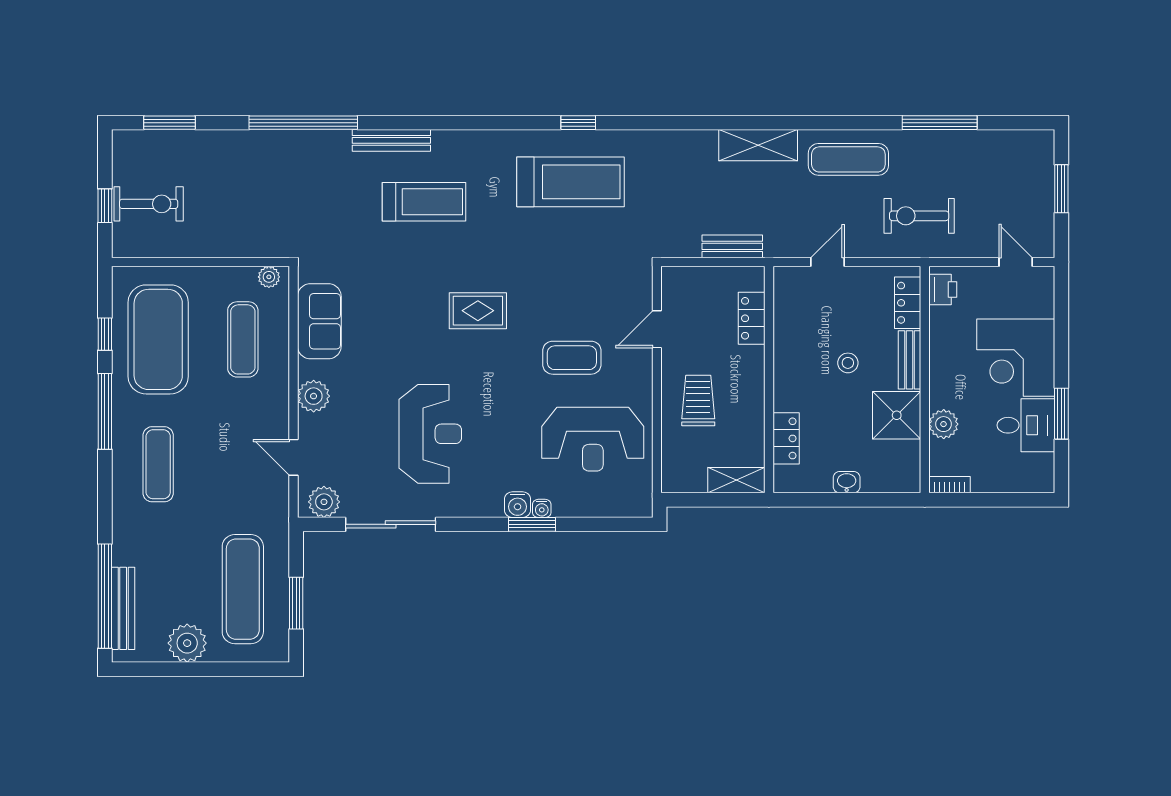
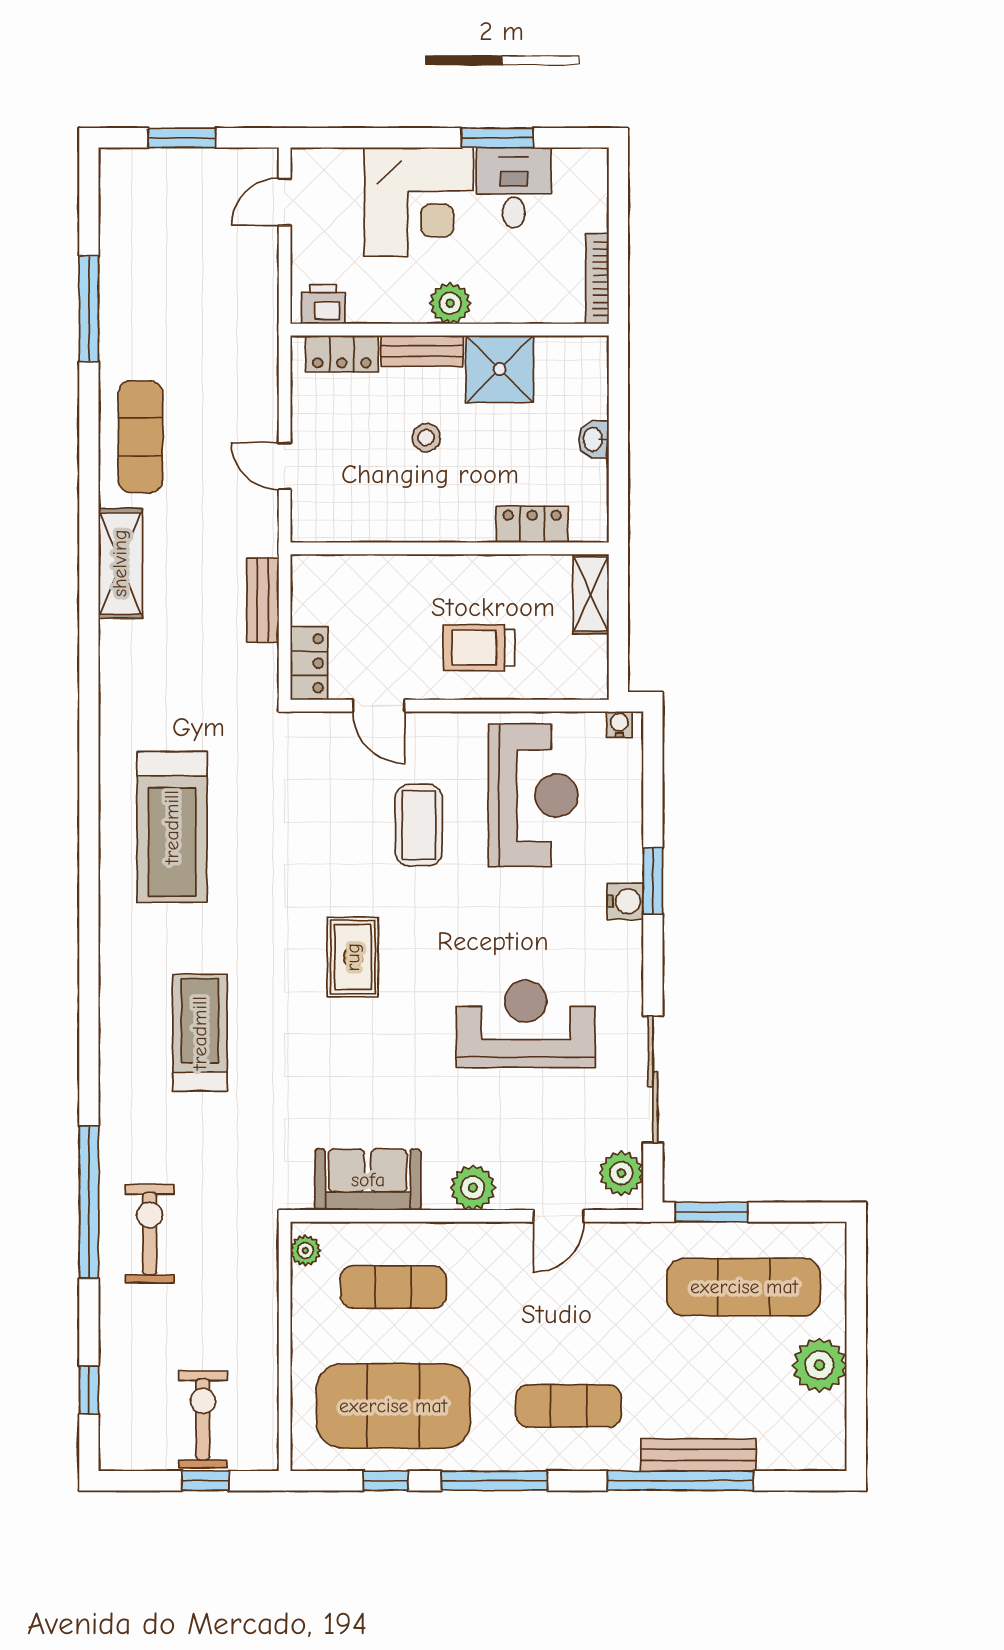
window: (169, 123) -> (89, 1390), width x0.67
window: (578, 123) -> (89, 816), removed
bench: (391, 140) -> (114, 1078), removed
treadmill: (570, 182) -> (172, 827), turned 180
exercise bike: (919, 216) -> (150, 1234), moved, turned 180
locker: (752, 318) -> (309, 663), moved, turned -90
plant: (944, 424) -> (450, 303), moved
bookcase: (949, 485) -> (597, 279), width x1.56
water cooler: (542, 508) -> (619, 724), moved, turned -90
window: (105, 596) -> (680, 1481), moved
window: (296, 603) -> (711, 1212), moved
bench: (123, 608) -> (698, 1455), moved

